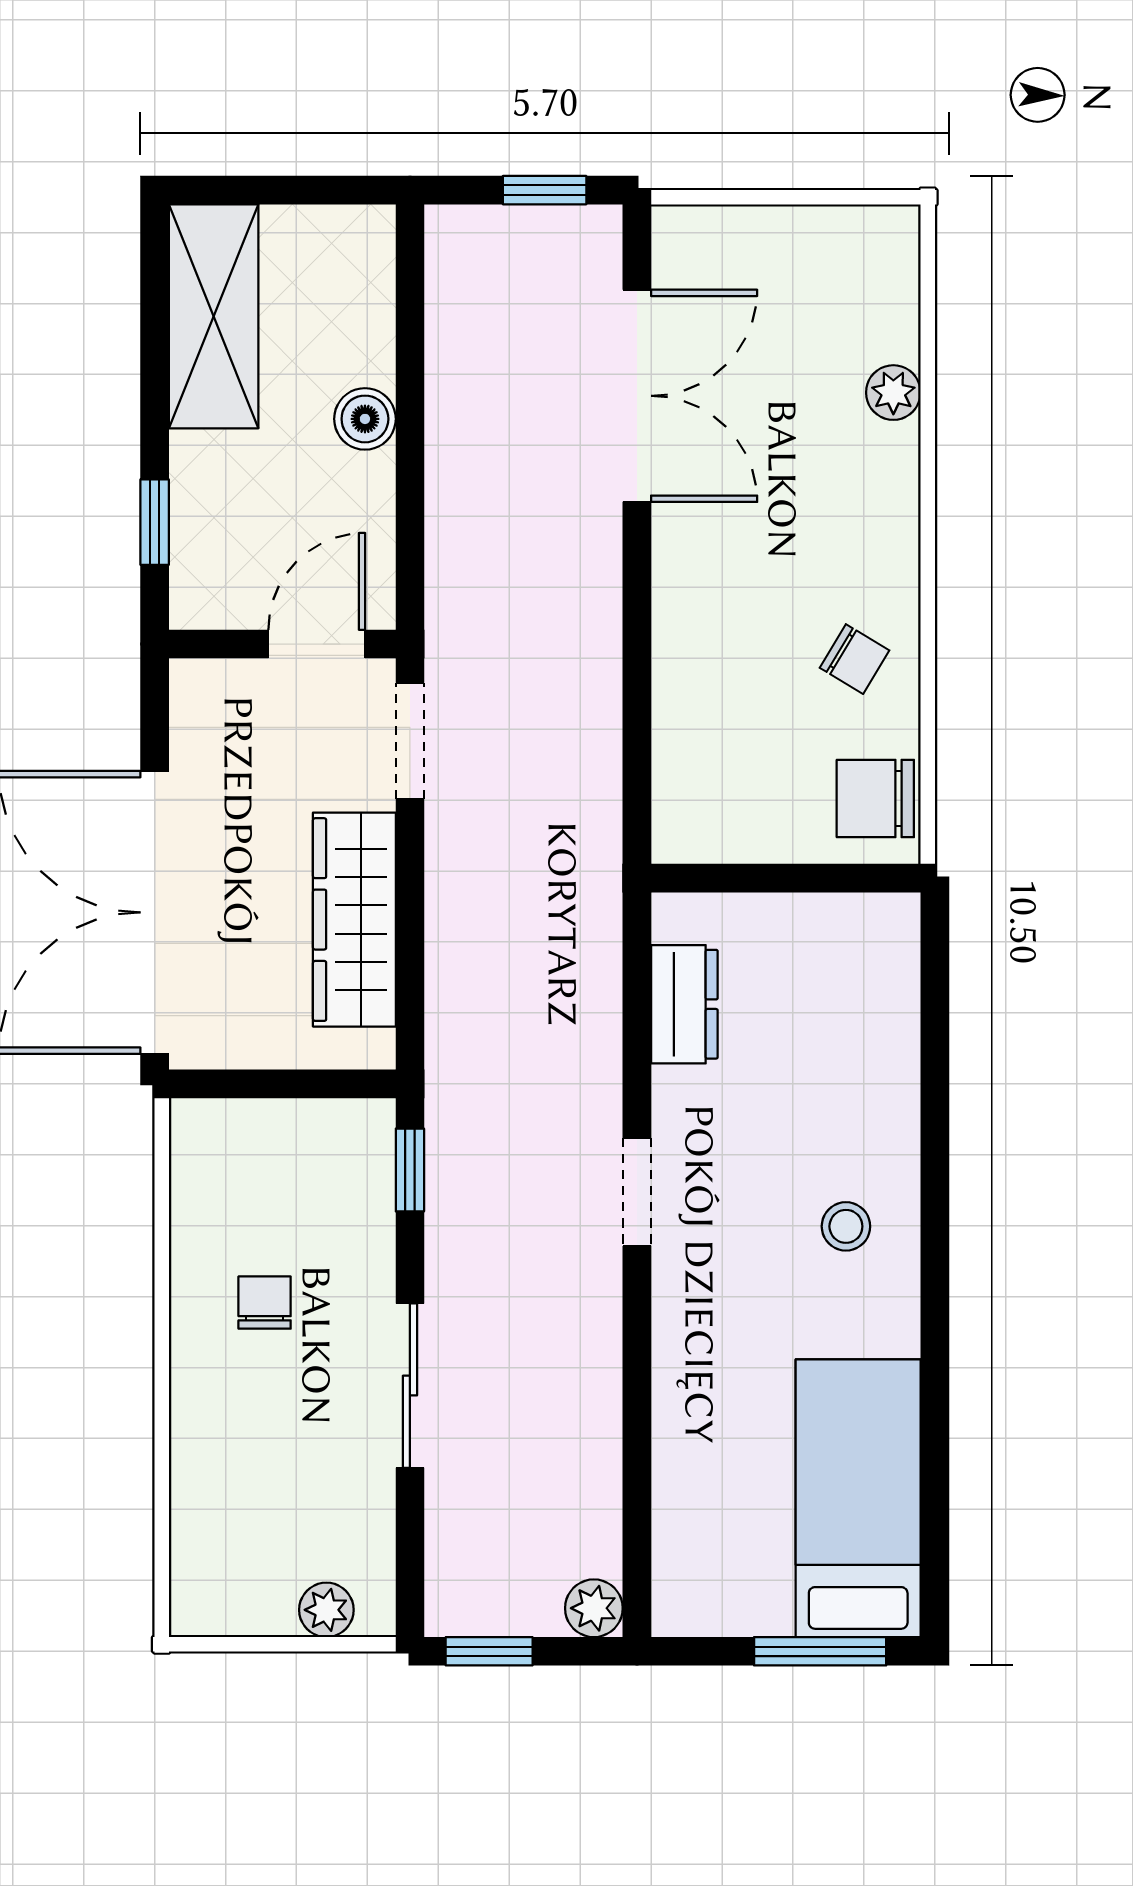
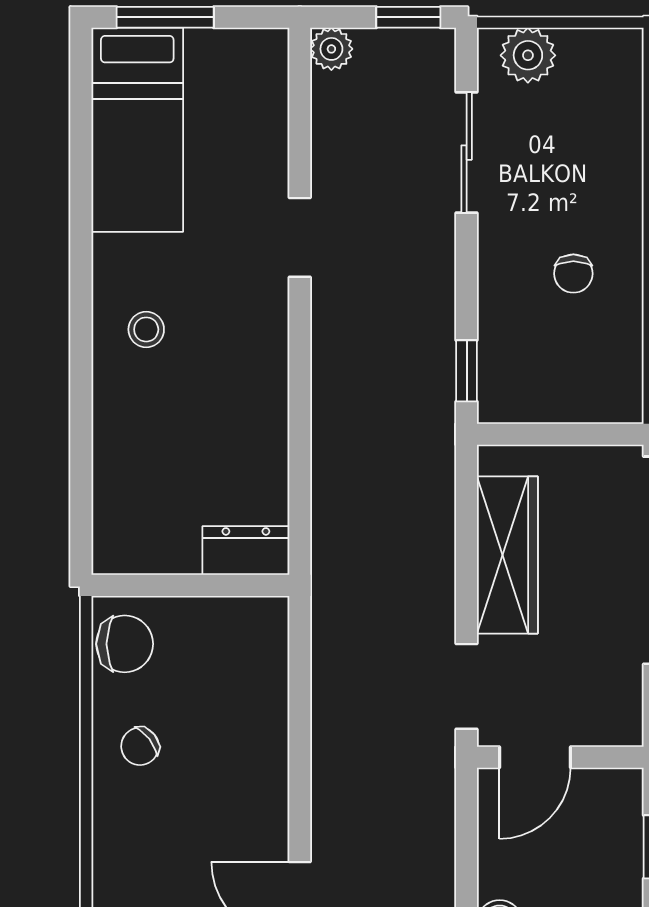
chair: (854, 659) -> (140, 746), turned -69
dresser: (684, 1004) -> (246, 550), moved, turned 90
doorway: (637, 1192) -> (300, 237), moved
sliding door: (410, 1386) -> (467, 153), moved
plant: (326, 1610) -> (528, 55), width x1.38, depth x1.38

